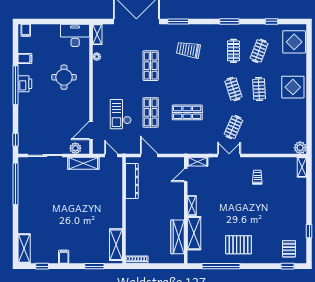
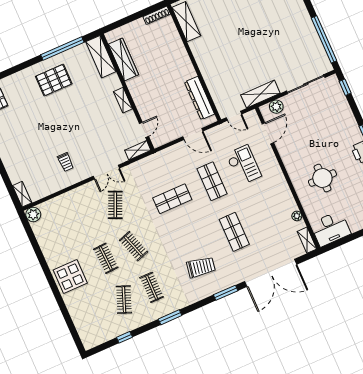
display table: (294, 42) -> (90, 326), removed
shelving: (194, 233) -> (101, 57), moved

